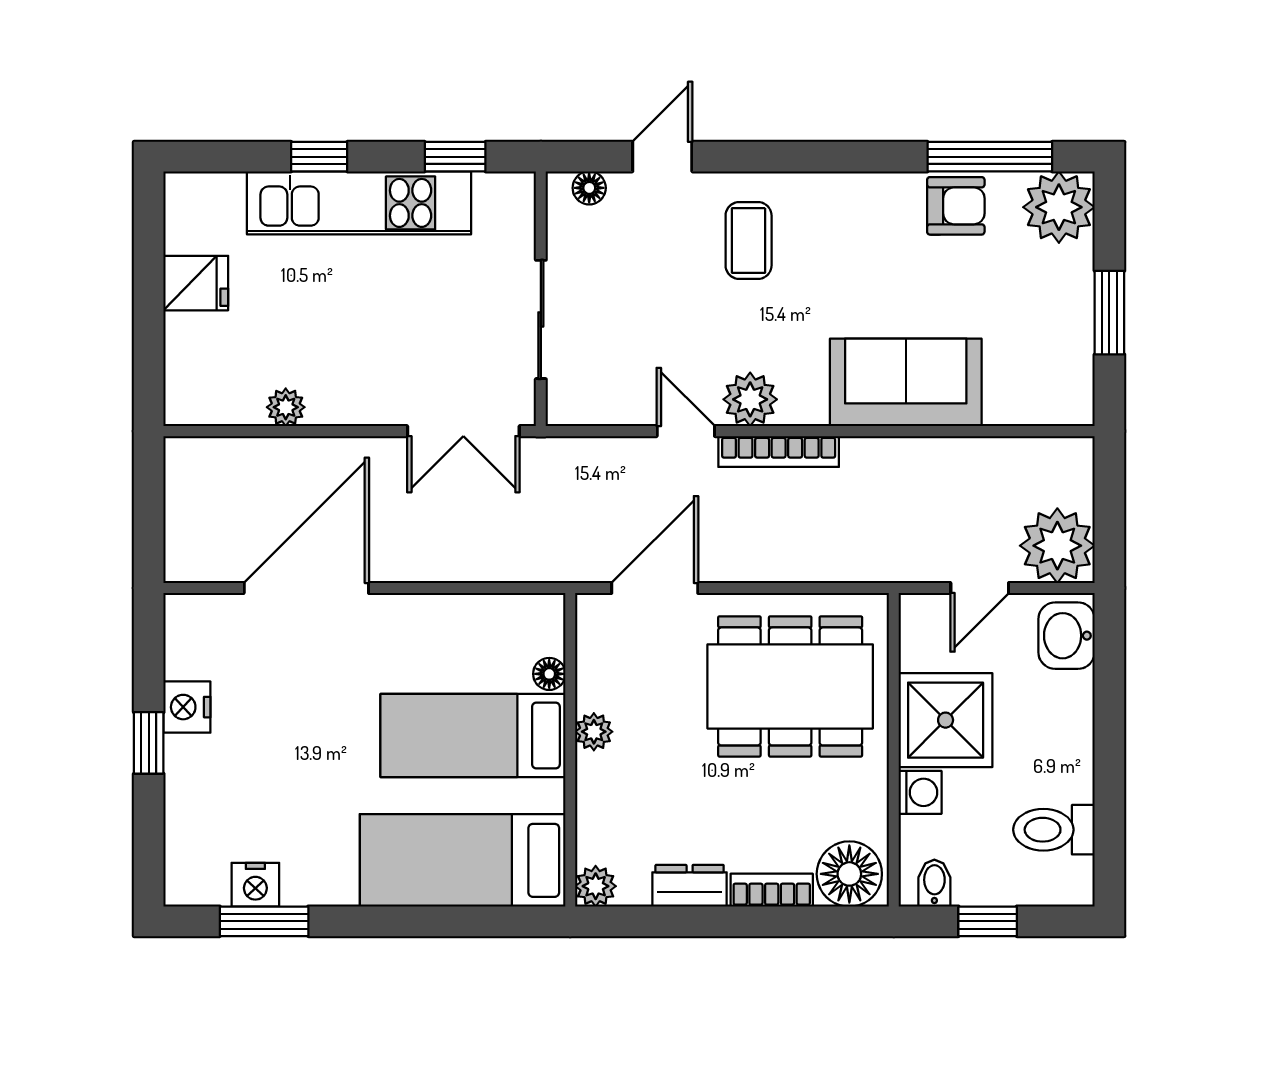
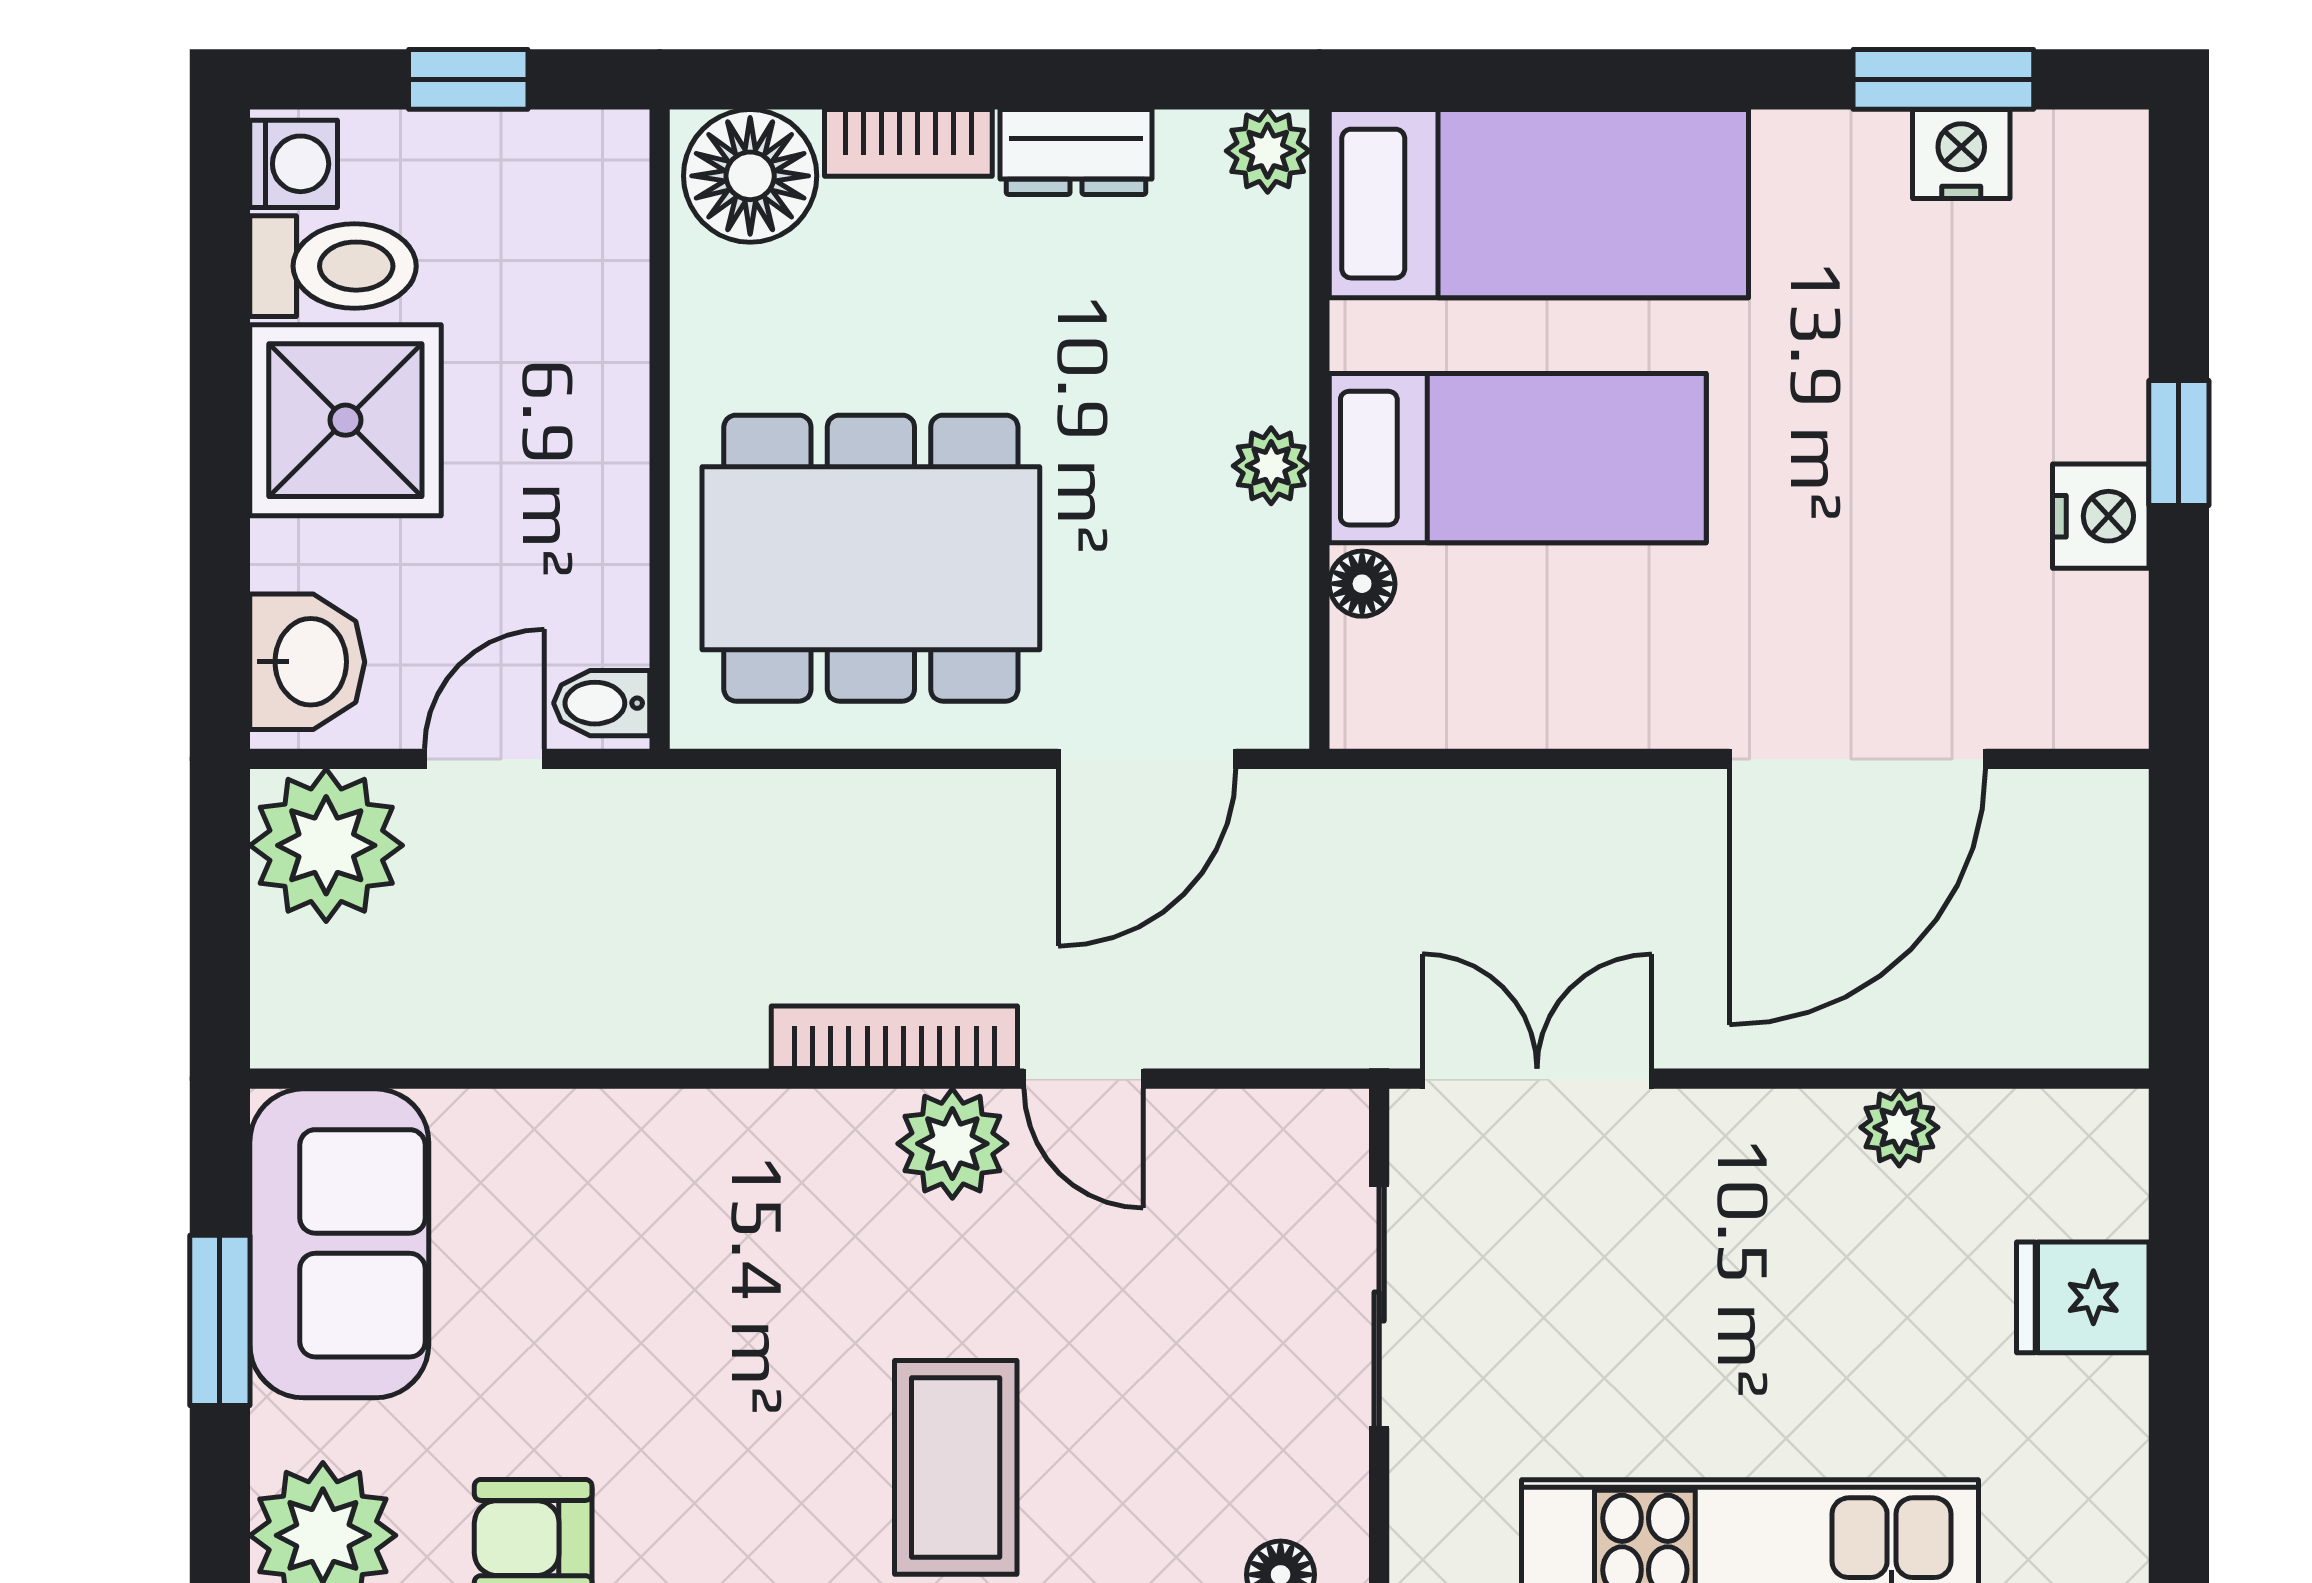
coffee table: (749, 241) -> (956, 1467), width x1.36, depth x1.30
fridge: (196, 283) -> (2083, 1297), moved
sofa: (906, 382) -> (339, 1243), moved, turned -90
shower: (946, 720) -> (345, 420), moved
washing machine: (920, 792) -> (294, 164), moved, turned 180
bidet: (934, 883) -> (602, 703), moved, turned 90

